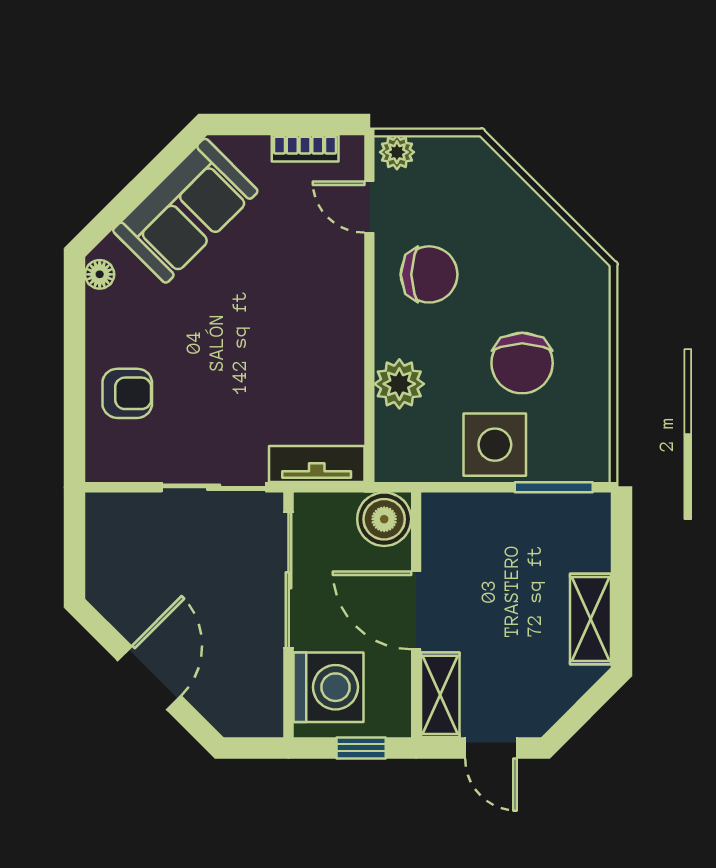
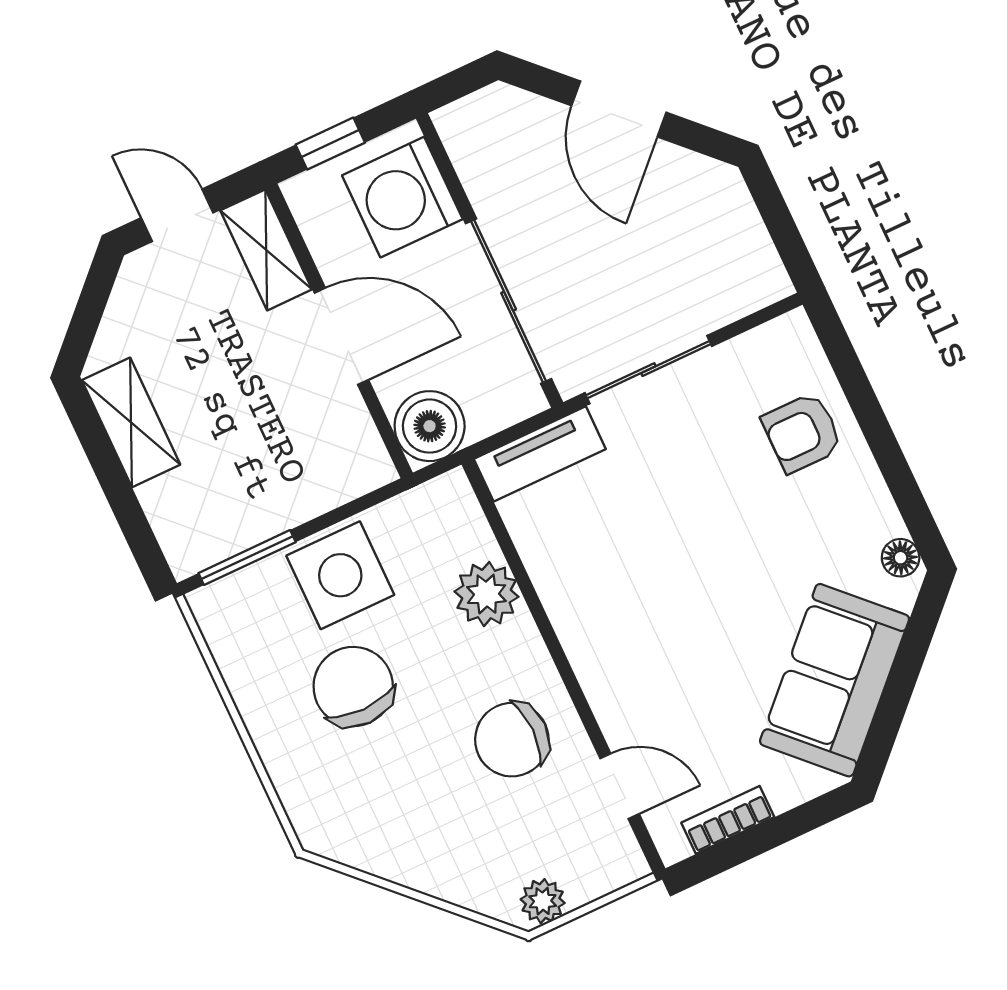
plant: (397, 152) -> (543, 901), moved

